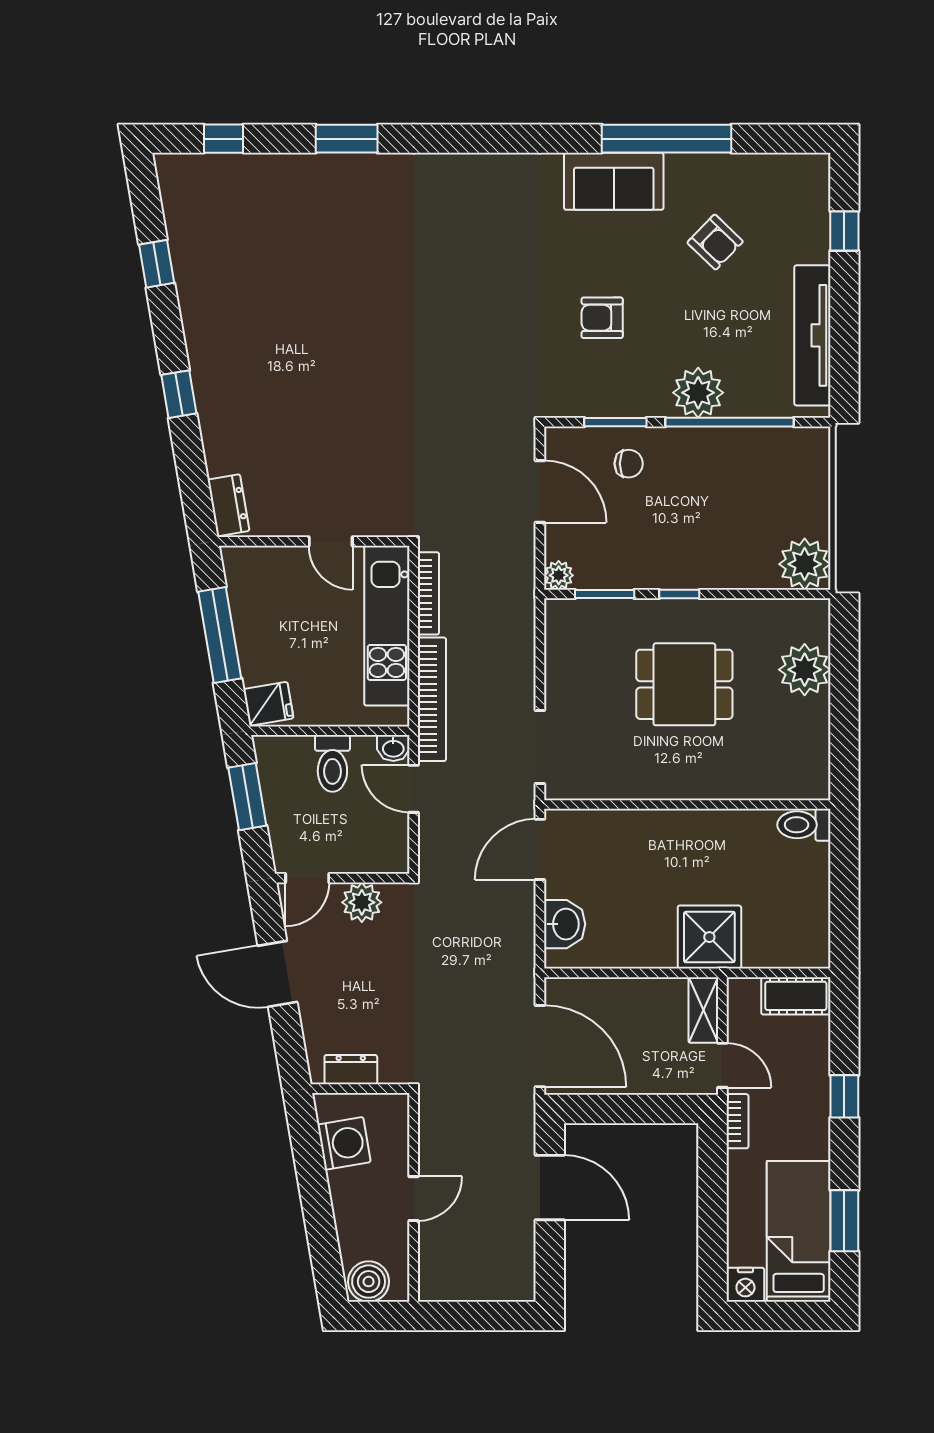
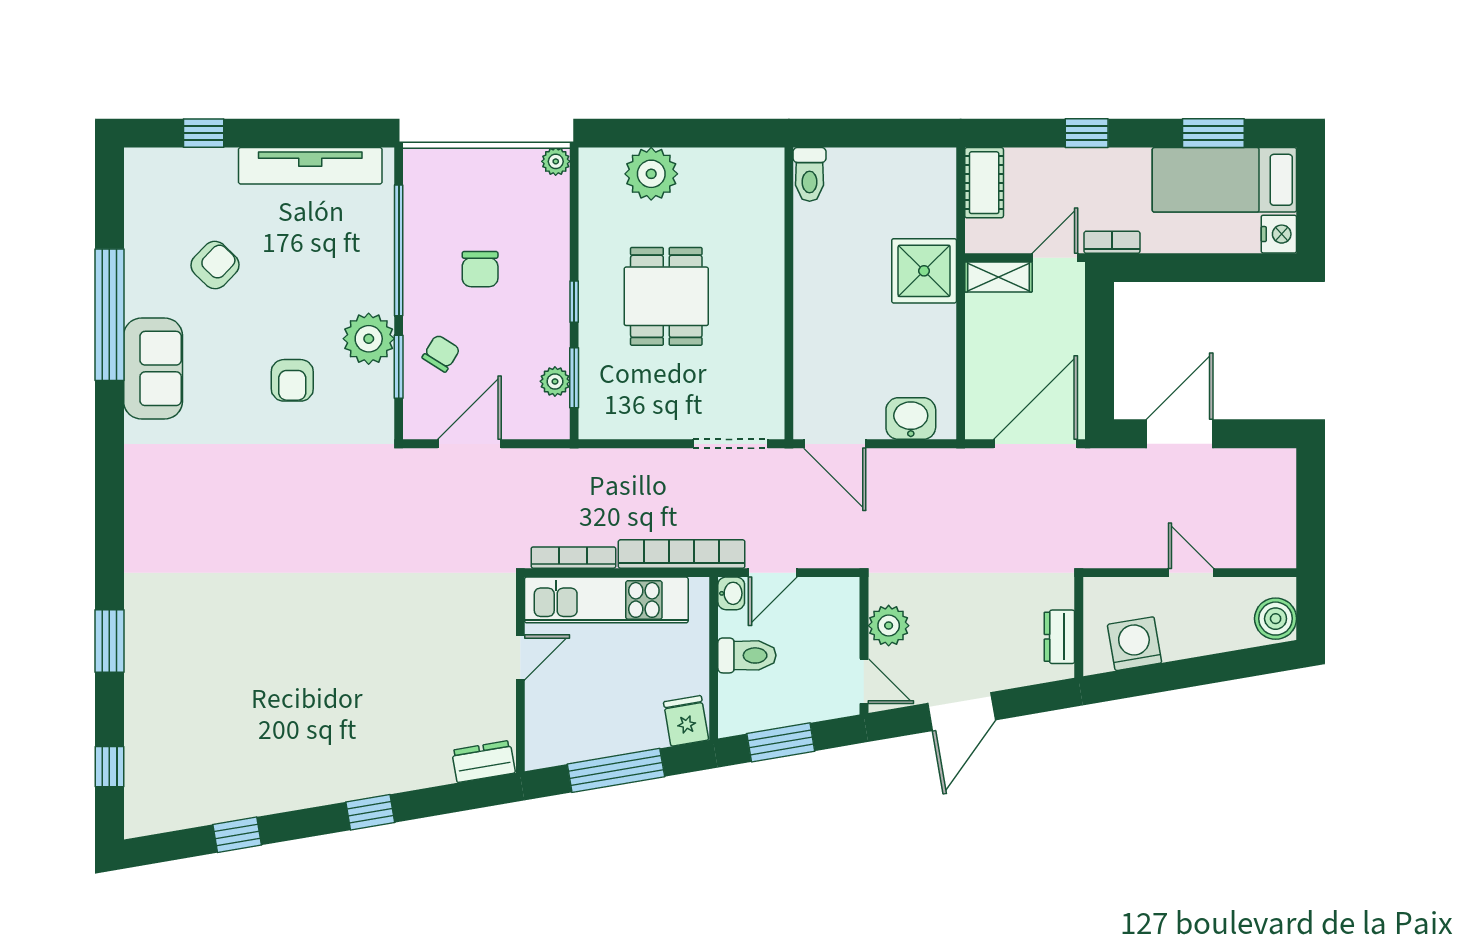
plant: (698, 393) -> (369, 339), moved
chair: (629, 464) -> (441, 353), turned 32
chair: (711, 502) -> (480, 269), added
plant: (805, 564) -> (556, 161), width x0.53, depth x0.53
plant: (559, 575) -> (555, 381), moved

